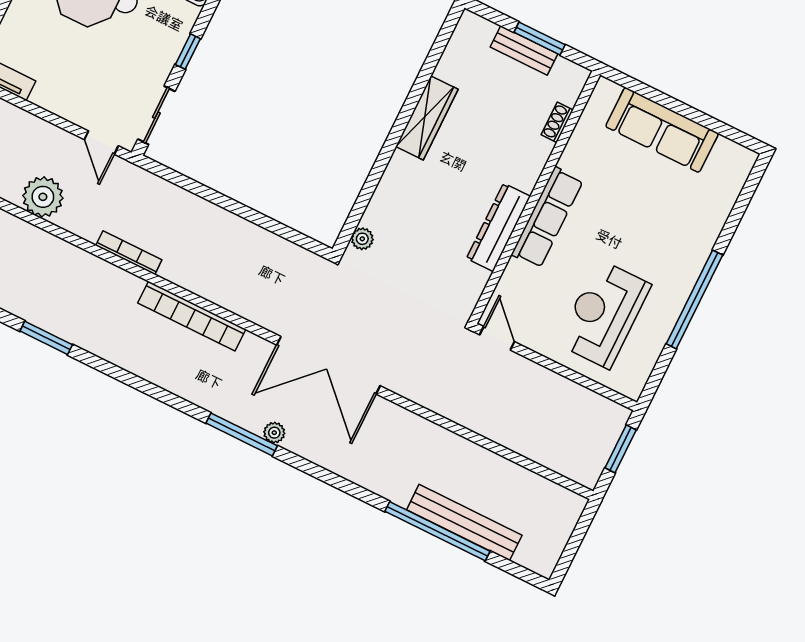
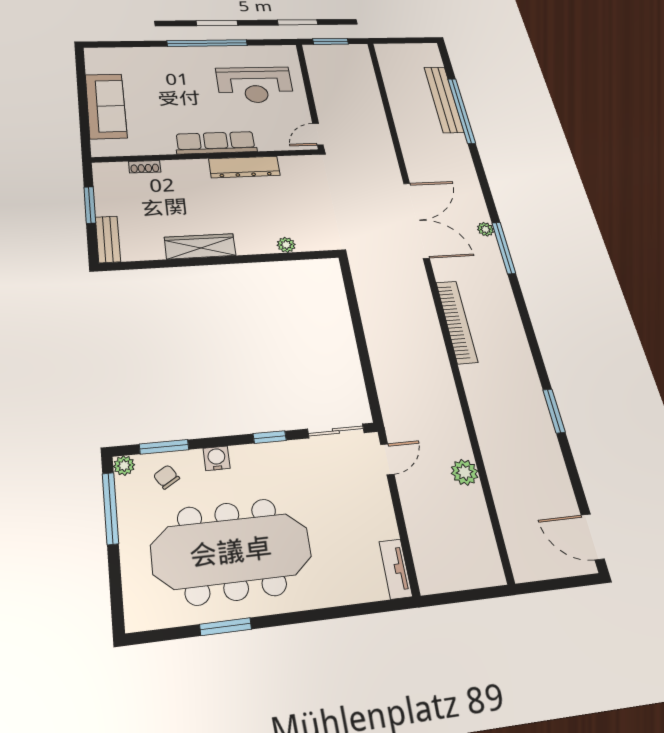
bench: (524, 50) -> (108, 239), moved
plant: (43, 197) -> (465, 472), width x0.73, depth x0.73
plant: (362, 239) -> (286, 245), moved
bookcase: (129, 253) -> (450, 390), removed

